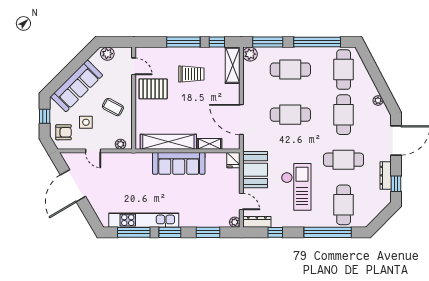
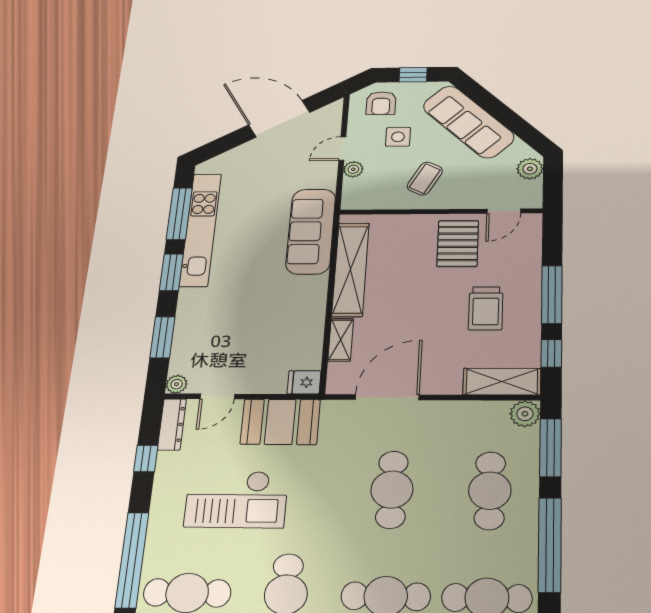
plant: (120, 144) -> (353, 169), moved
sofa: (179, 163) -> (311, 231), moved

